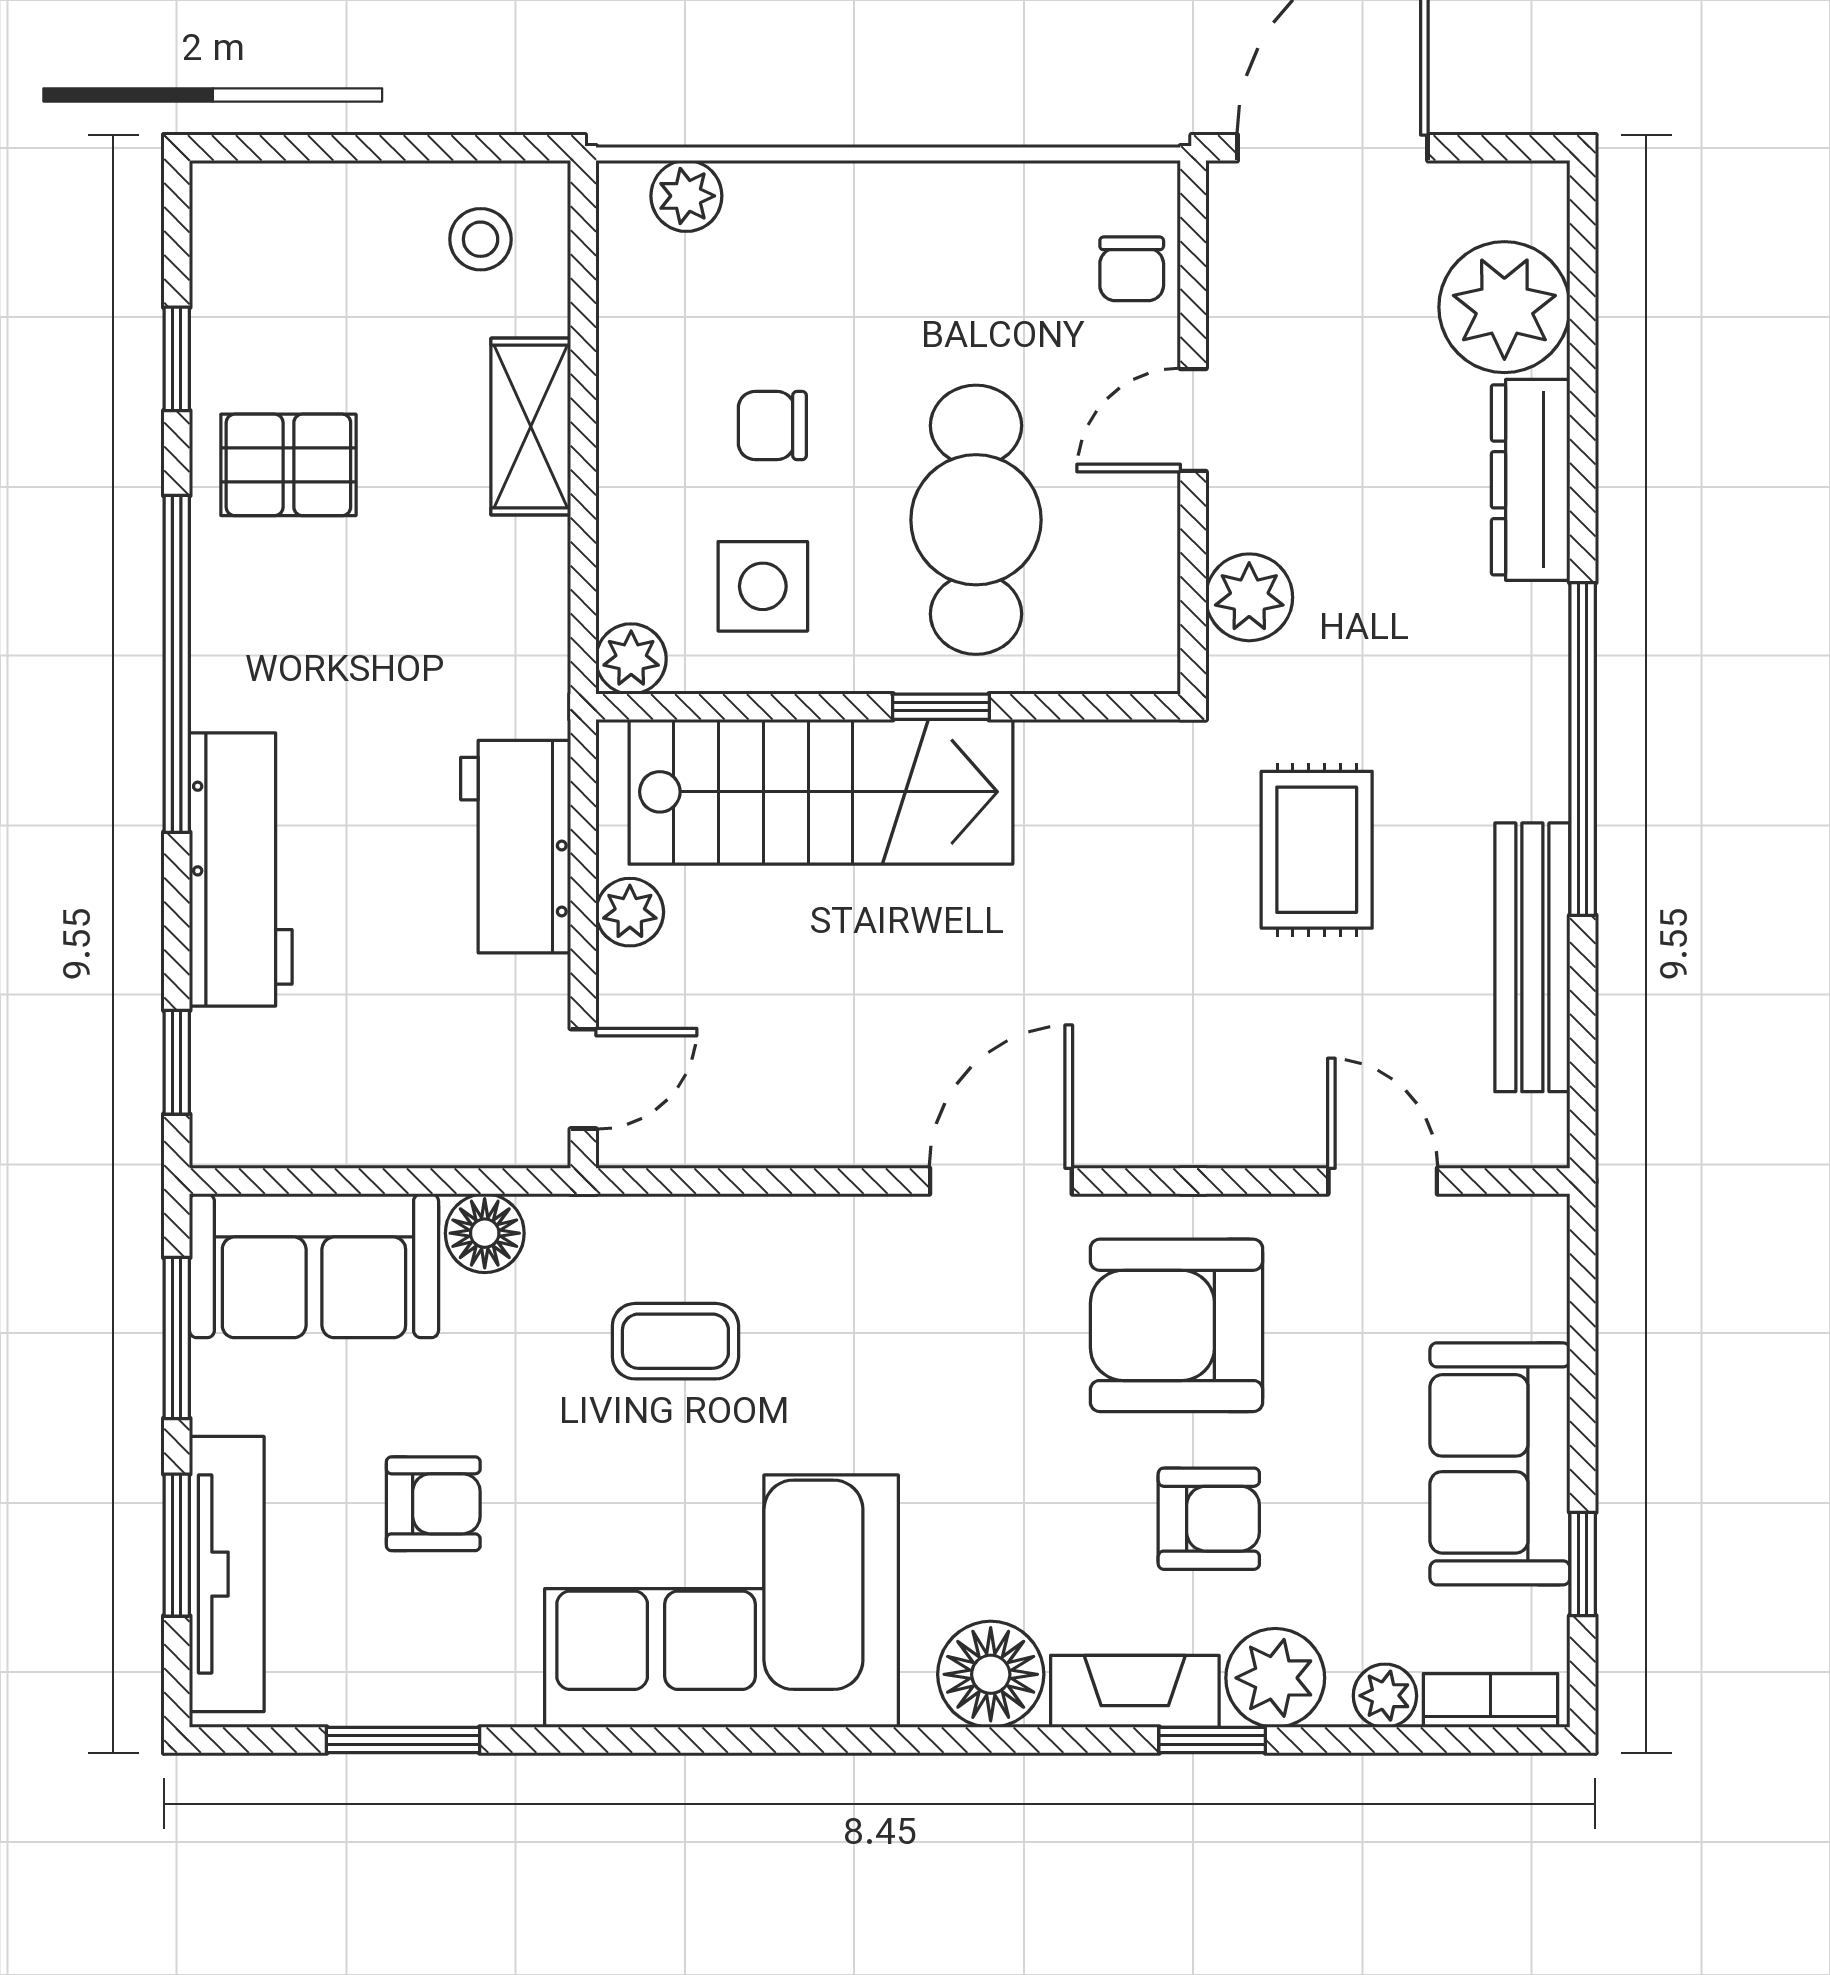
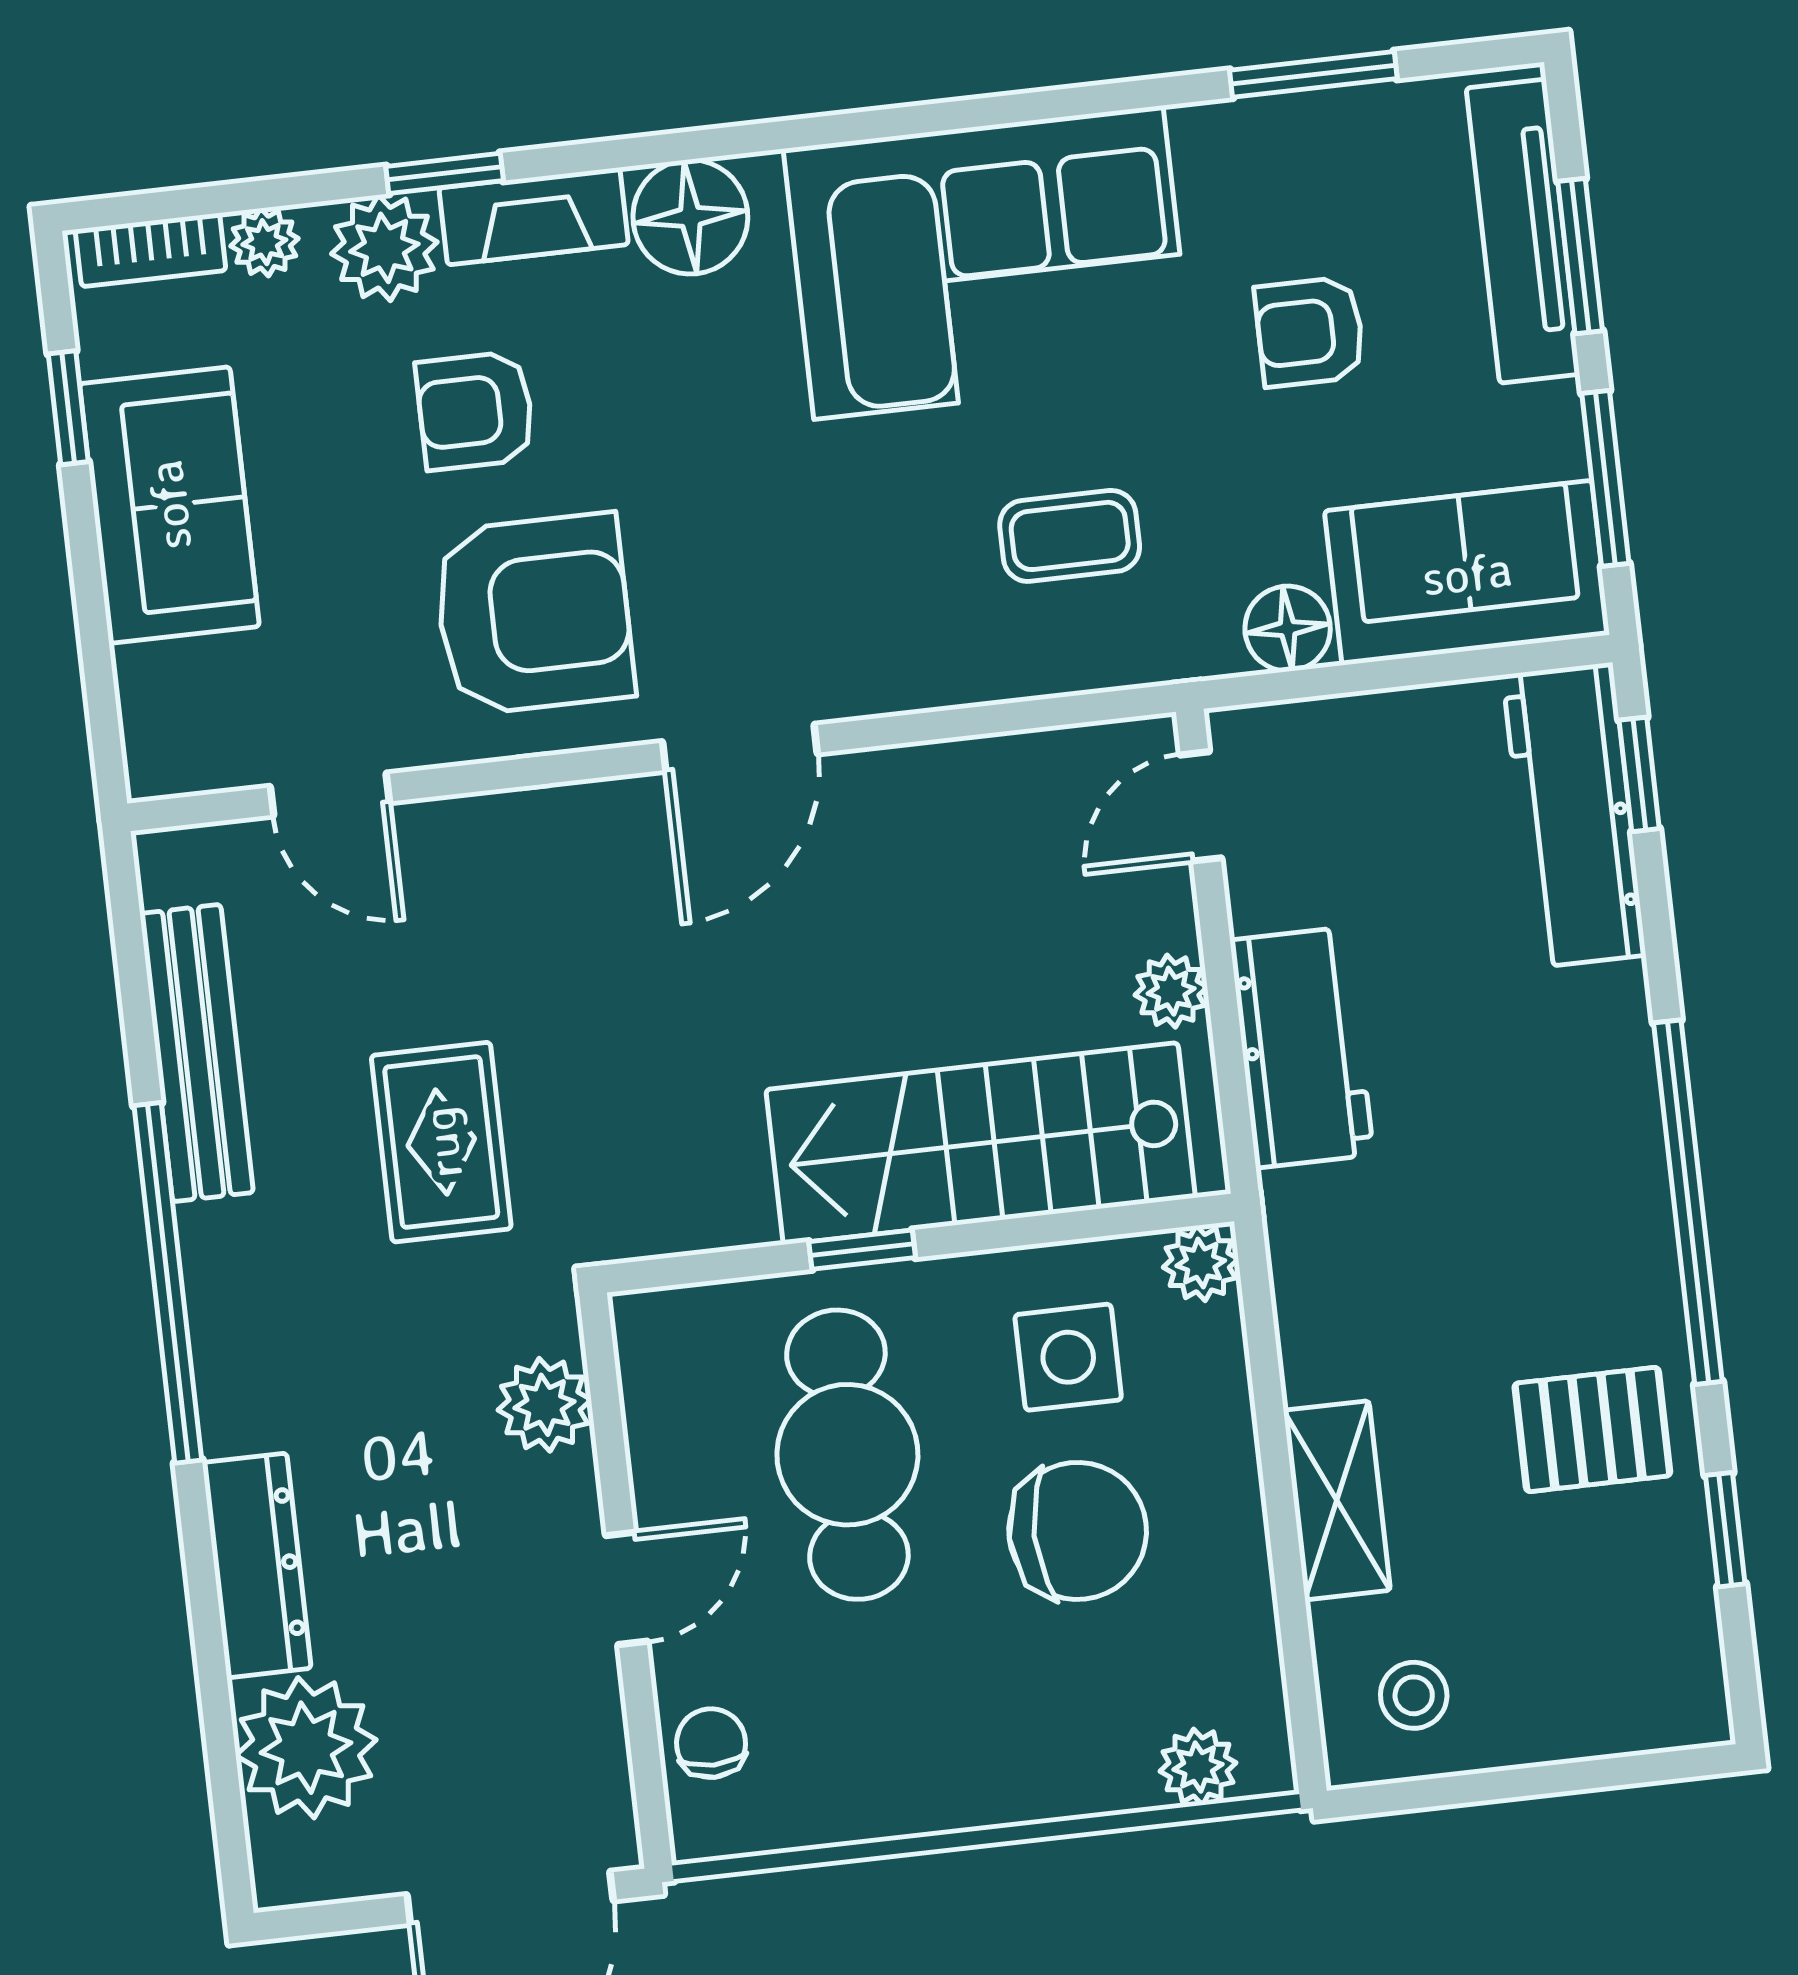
chair: (772, 426) -> (1078, 1531), width x1.87, depth x1.87
workbench: (241, 869) -> (1574, 815), moved

